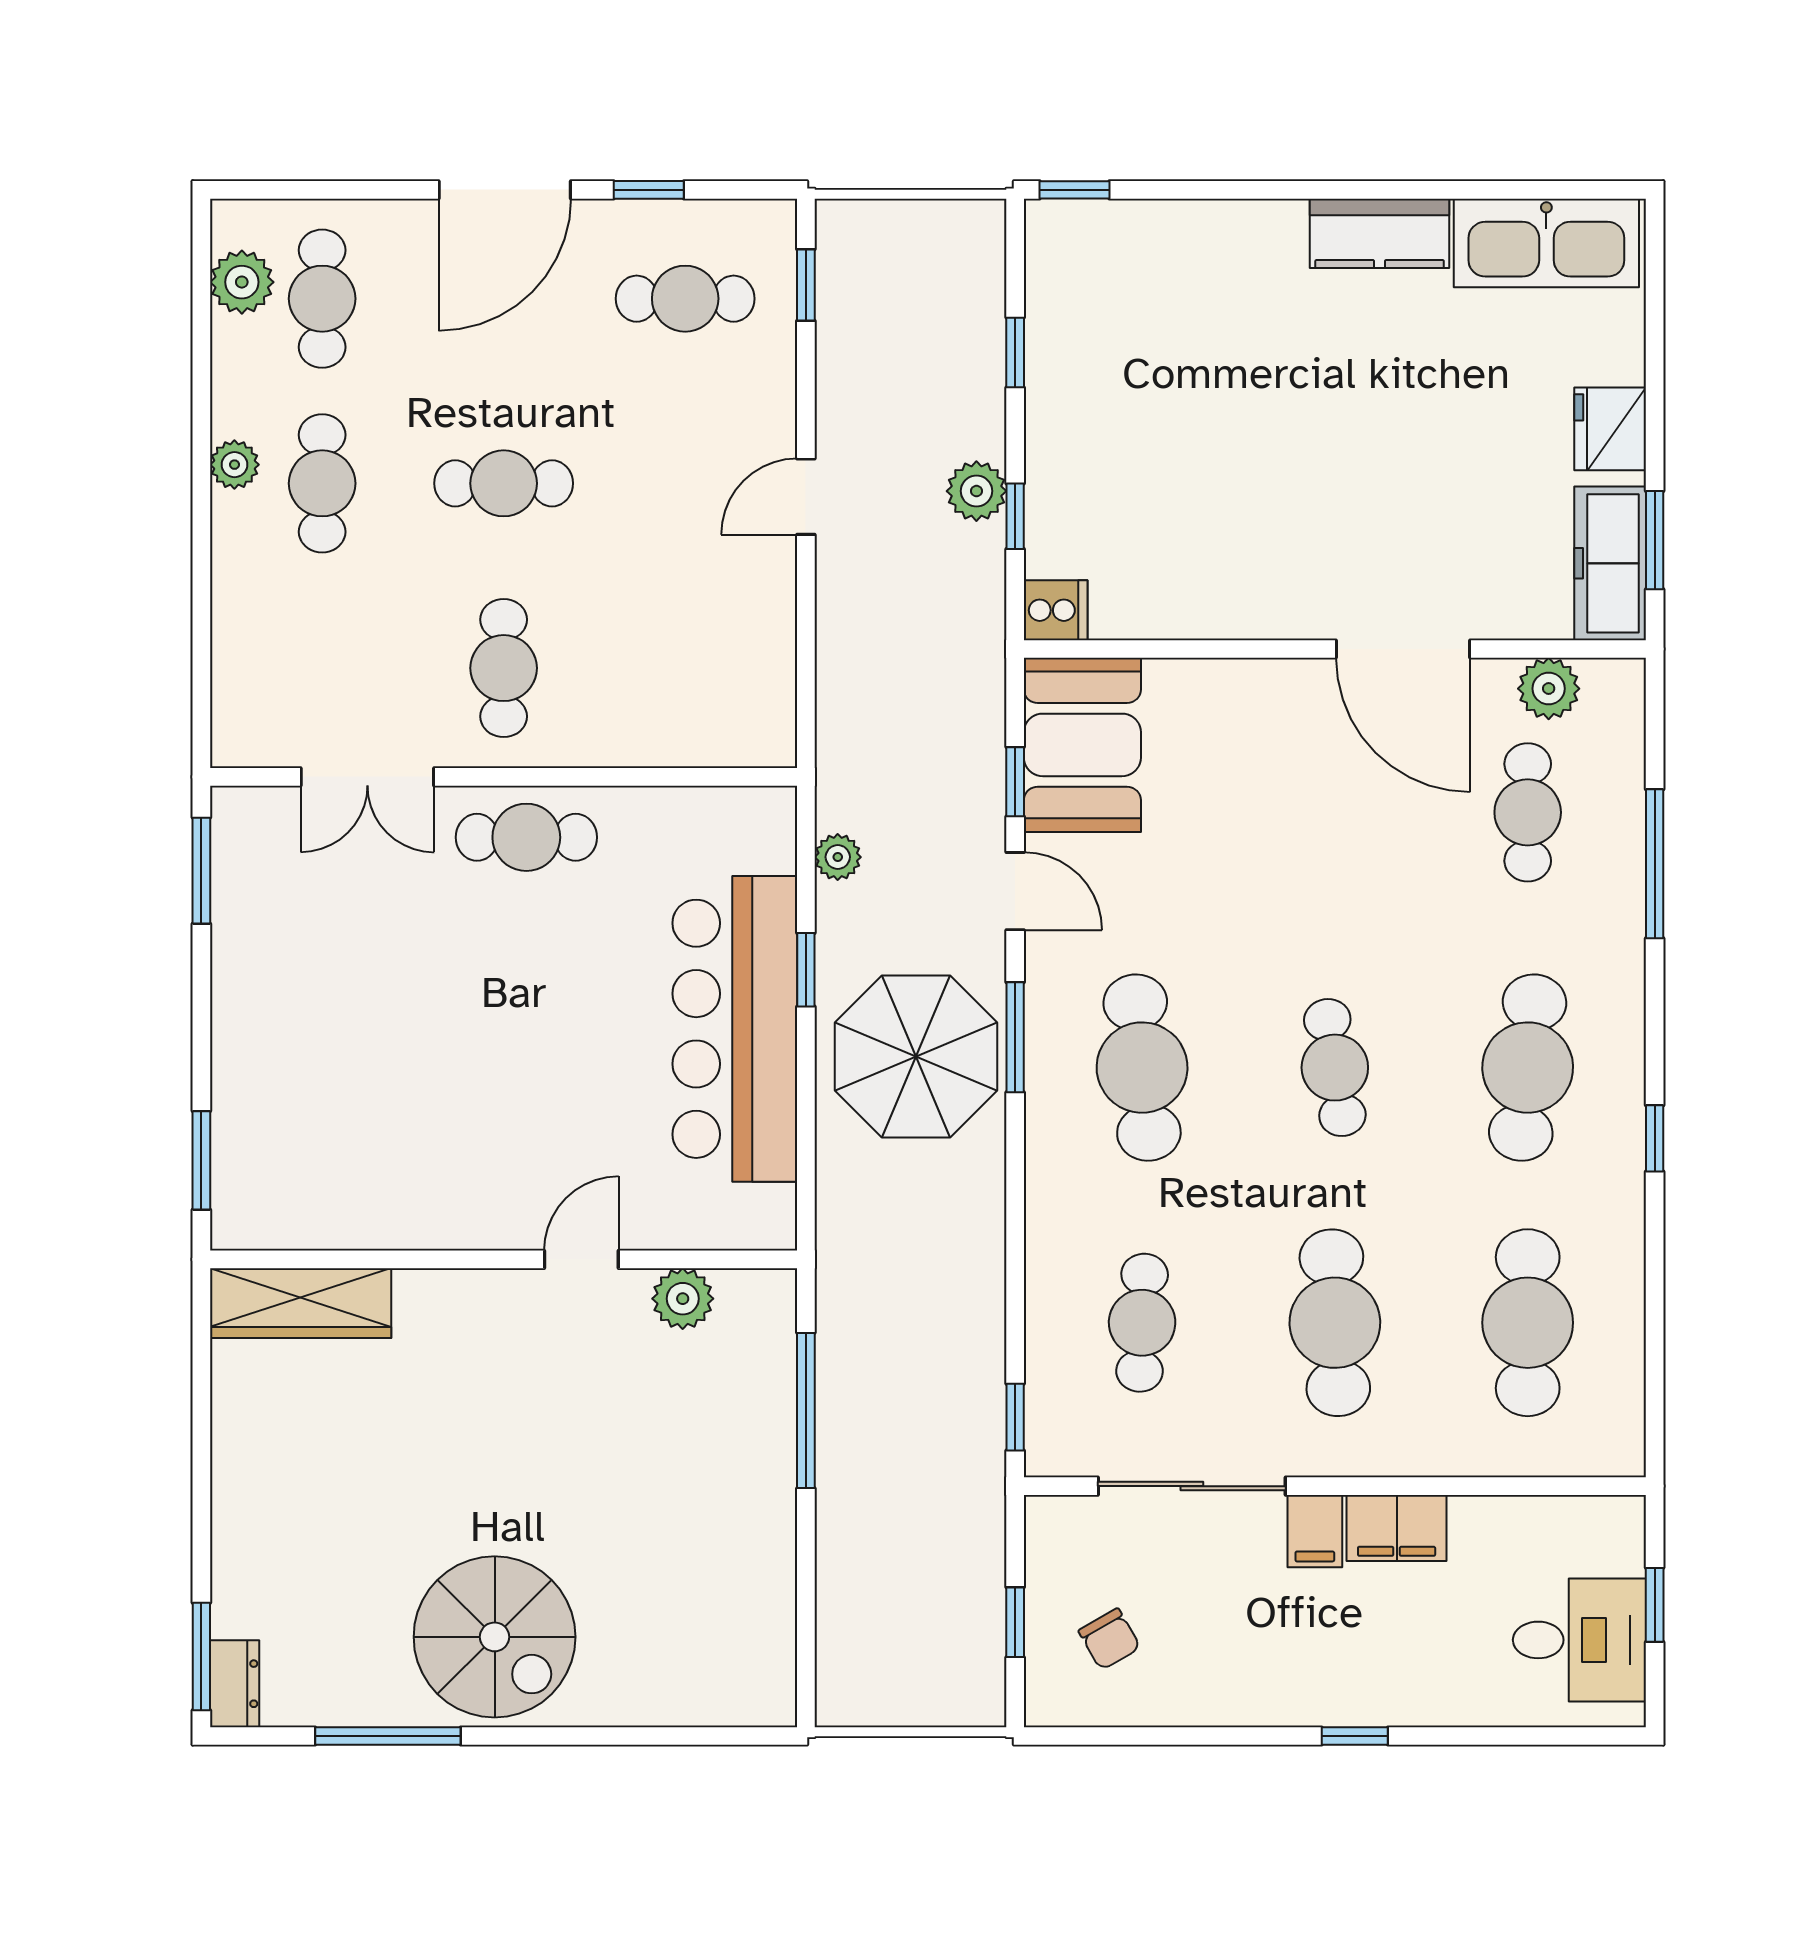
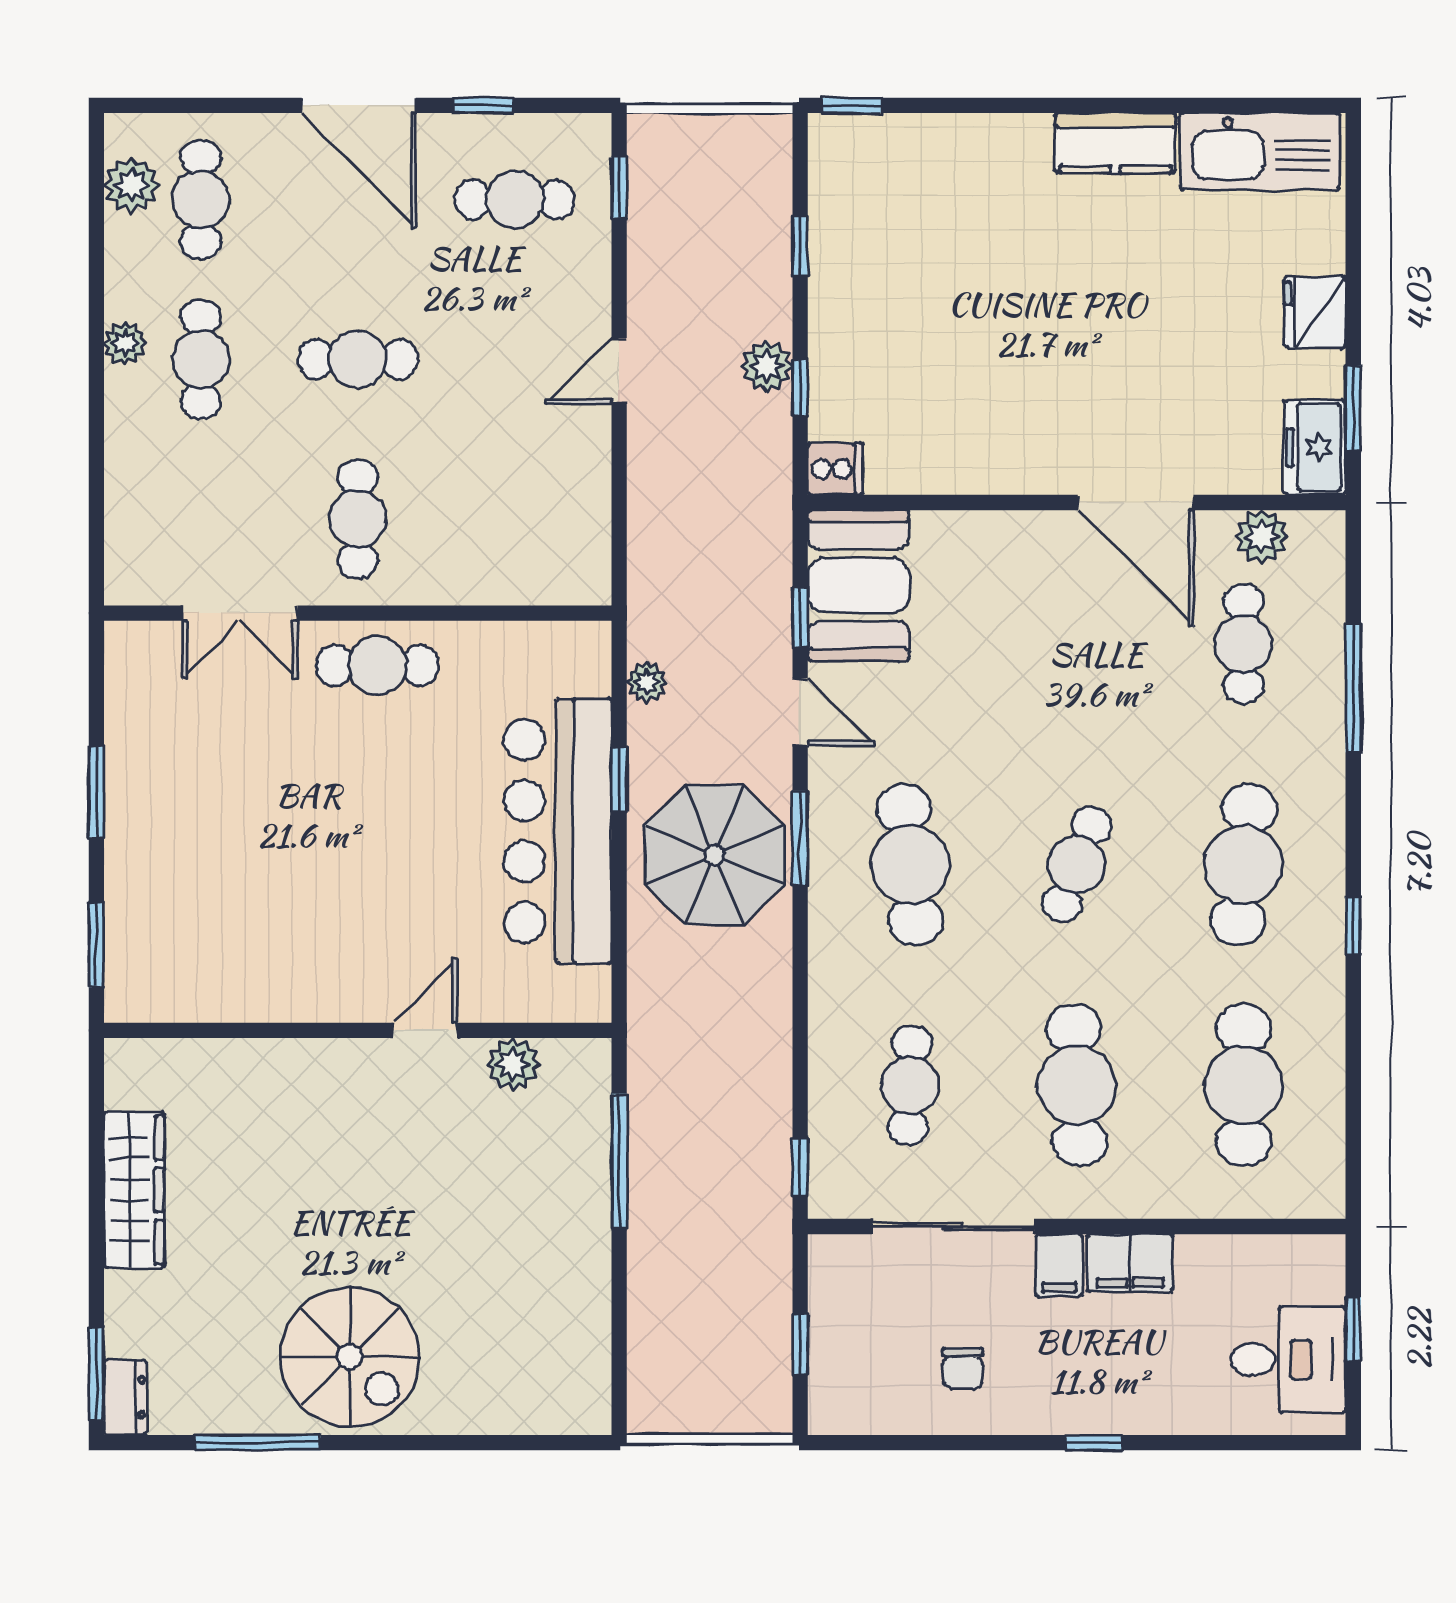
door: (505, 190) -> (359, 105), hinge flipped
freezer: (1610, 563) -> (1315, 447), width x0.71
window: (201, 871) -> (96, 792), moved
cafe table: (1335, 1068) -> (1077, 864), turned 30
wardrobe: (301, 1303) -> (134, 1190), moved, turned -90
chair: (1110, 1639) -> (963, 1368), moved, turned 30

